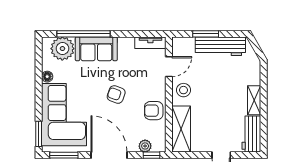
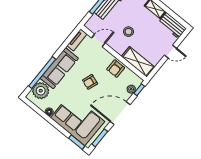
sofa: (96, 49) -> (59, 68), width x1.36
door: (169, 67) -> (98, 40), hinge flipped
stool: (183, 90) -> (129, 32), moved

